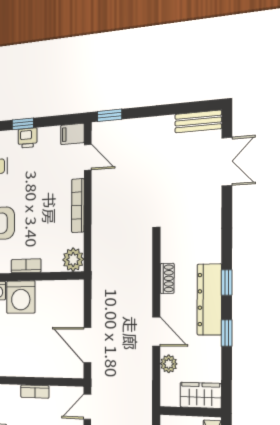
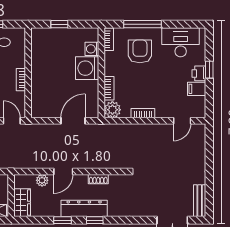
window: (110, 115) -> (209, 137), removed
filing cabinet: (72, 134) -> (197, 89), moved, turned -90
bookcase: (78, 206) -> (143, 113), width x0.64
bookcase: (26, 266) -> (109, 88), moved
door: (87, 345) -> (73, 121), moved

